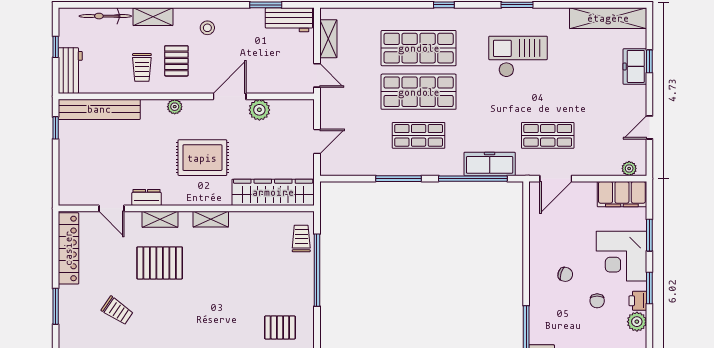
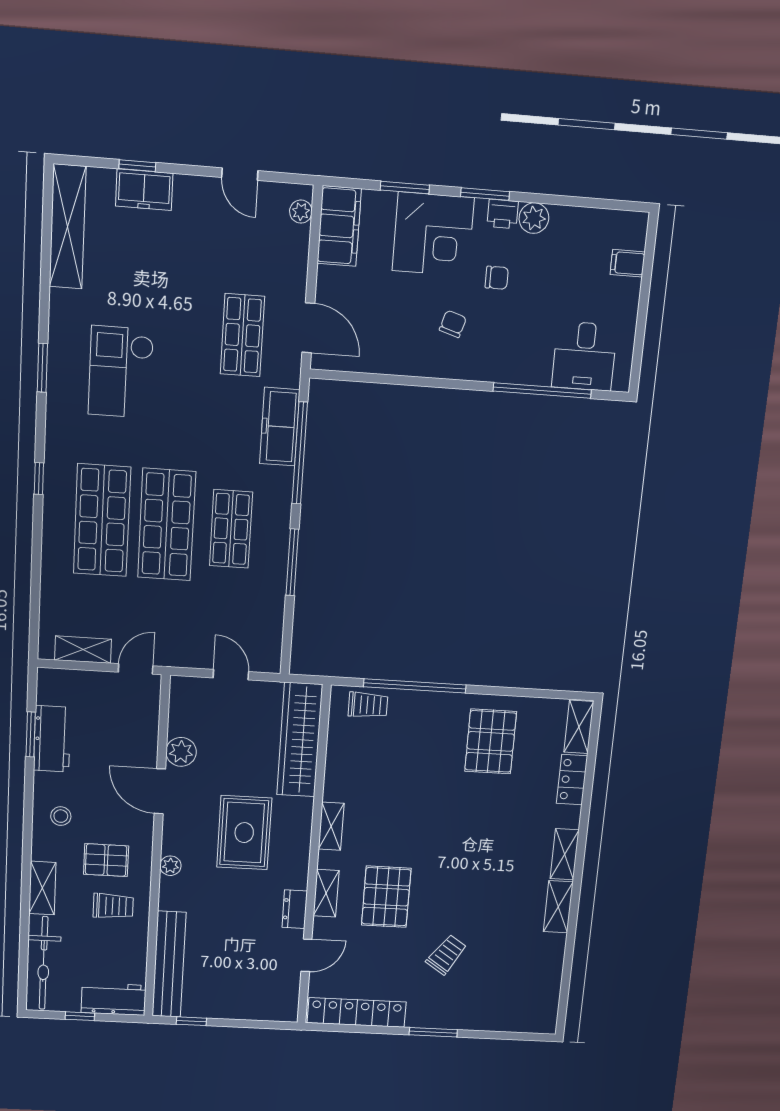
bicycle: (105, 16) -> (44, 963), width x1.37, depth x1.40
workbench: (289, 20) -> (52, 739), moved
trolley: (301, 238) -> (368, 705), turned 180
pallet: (280, 327) -> (491, 741), width x1.50, depth x1.42

